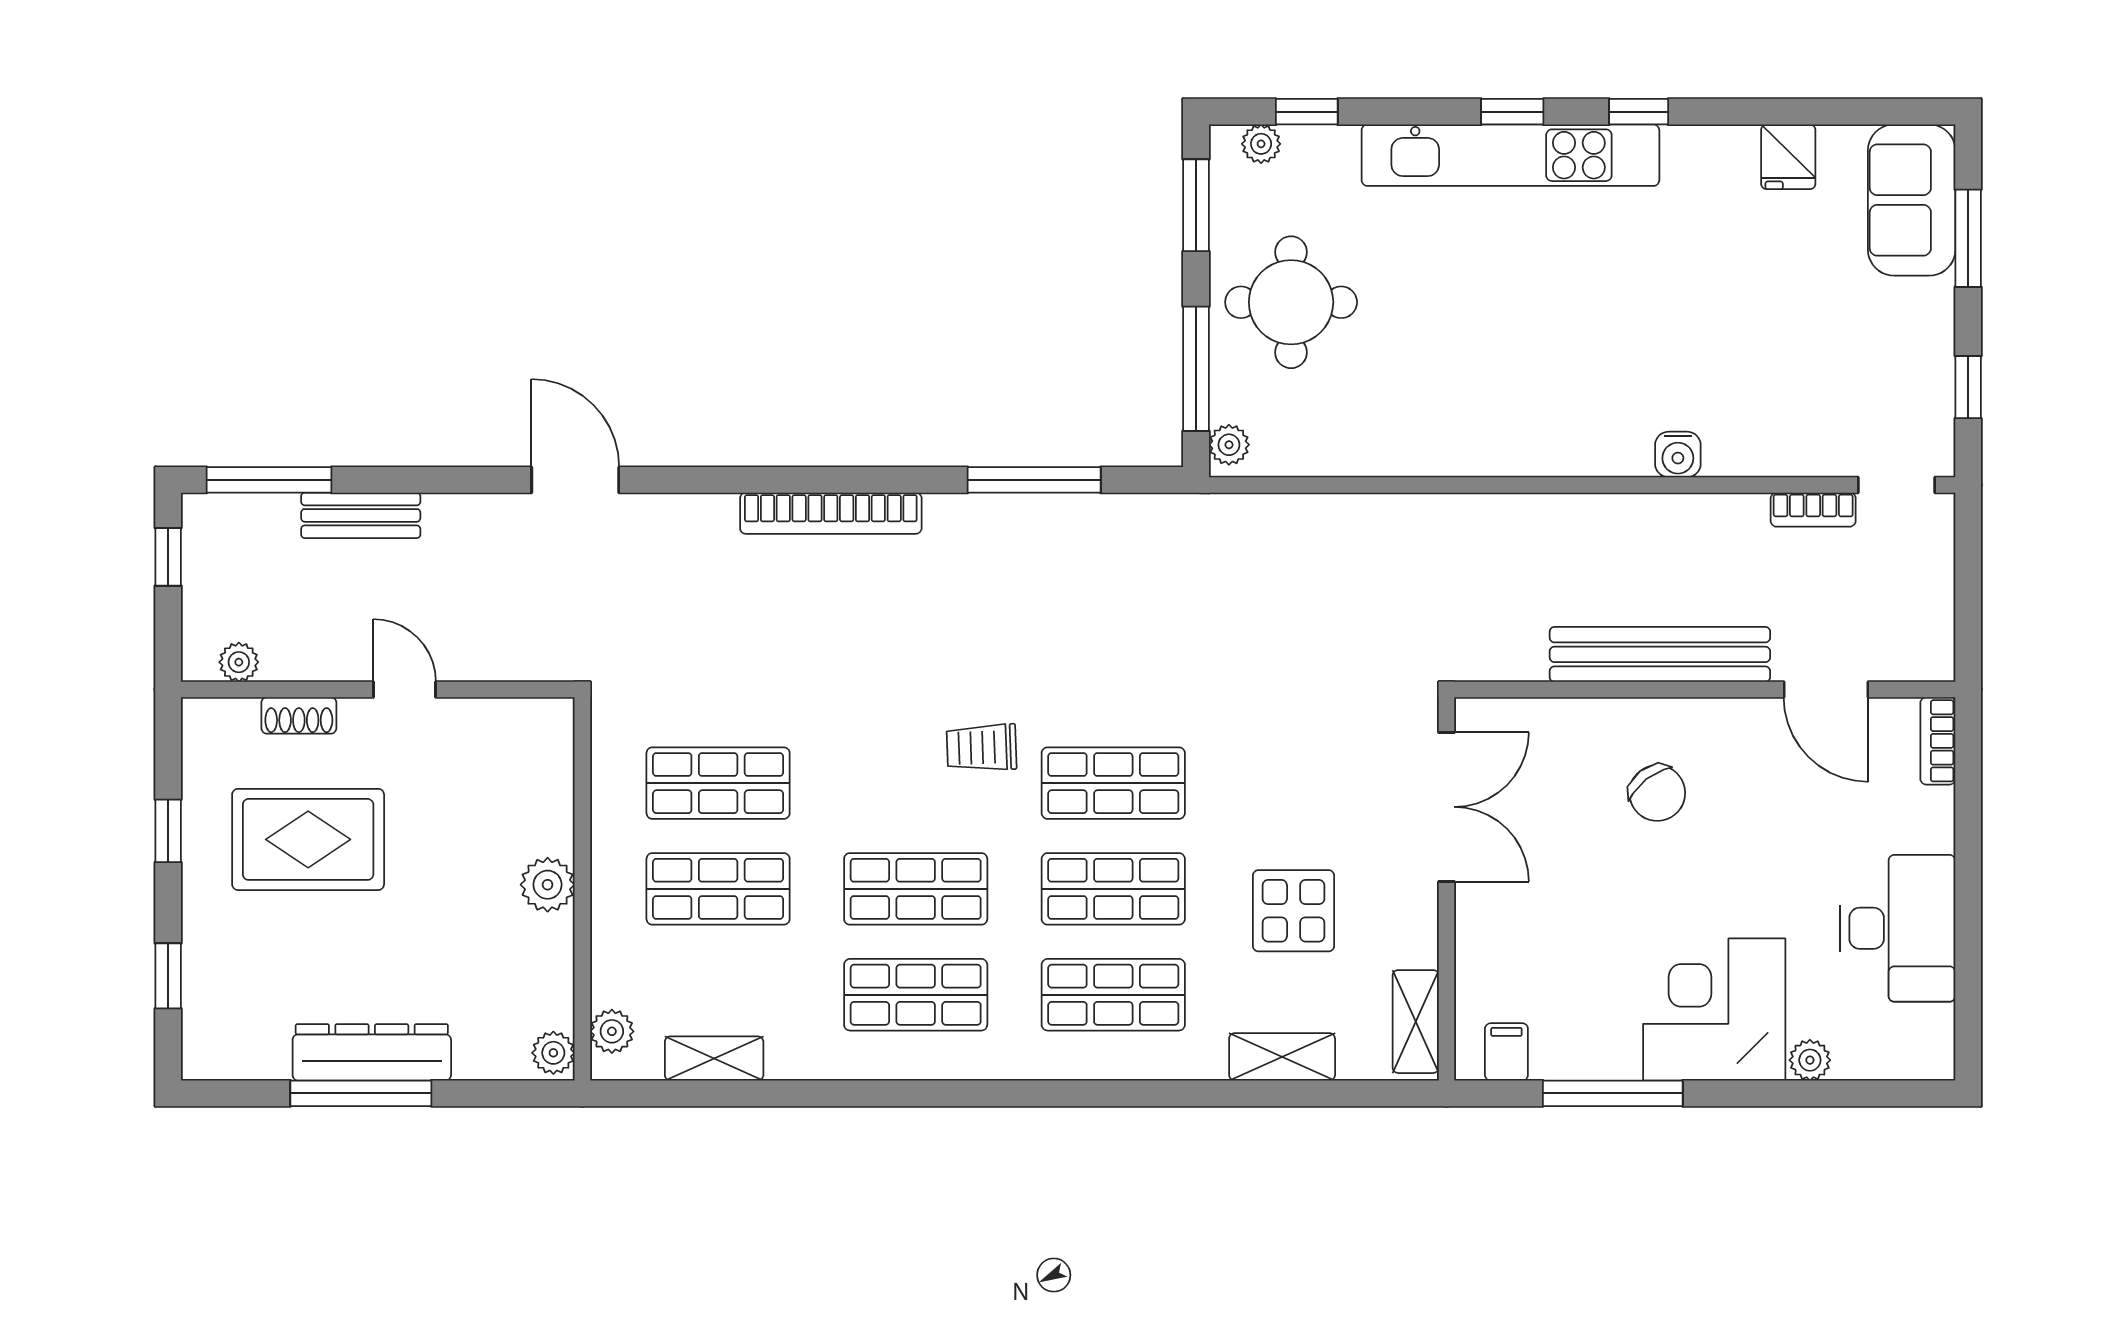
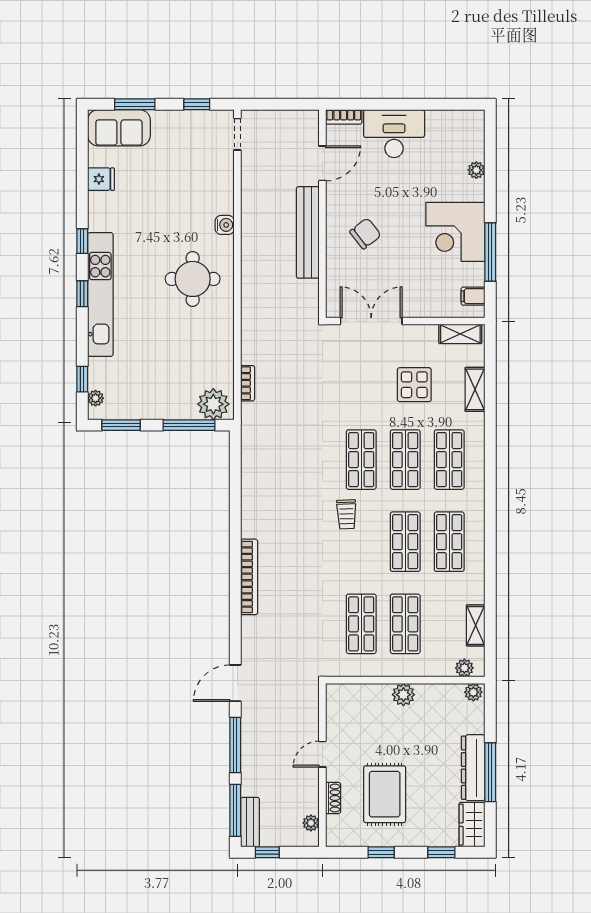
round table: (1291, 302) -> (193, 279), moved
plant: (1229, 445) -> (213, 404), width x1.88, depth x1.88
window: (1034, 480) -> (235, 745), moved
bookcase: (1813, 510) -> (248, 383), moved
bench: (361, 515) -> (250, 822), moved
desk: (1898, 928) -> (394, 134), moved
corner desk: (1714, 1010) -> (455, 232), moved
wardrobe: (235, 1050) -> (472, 825), added

